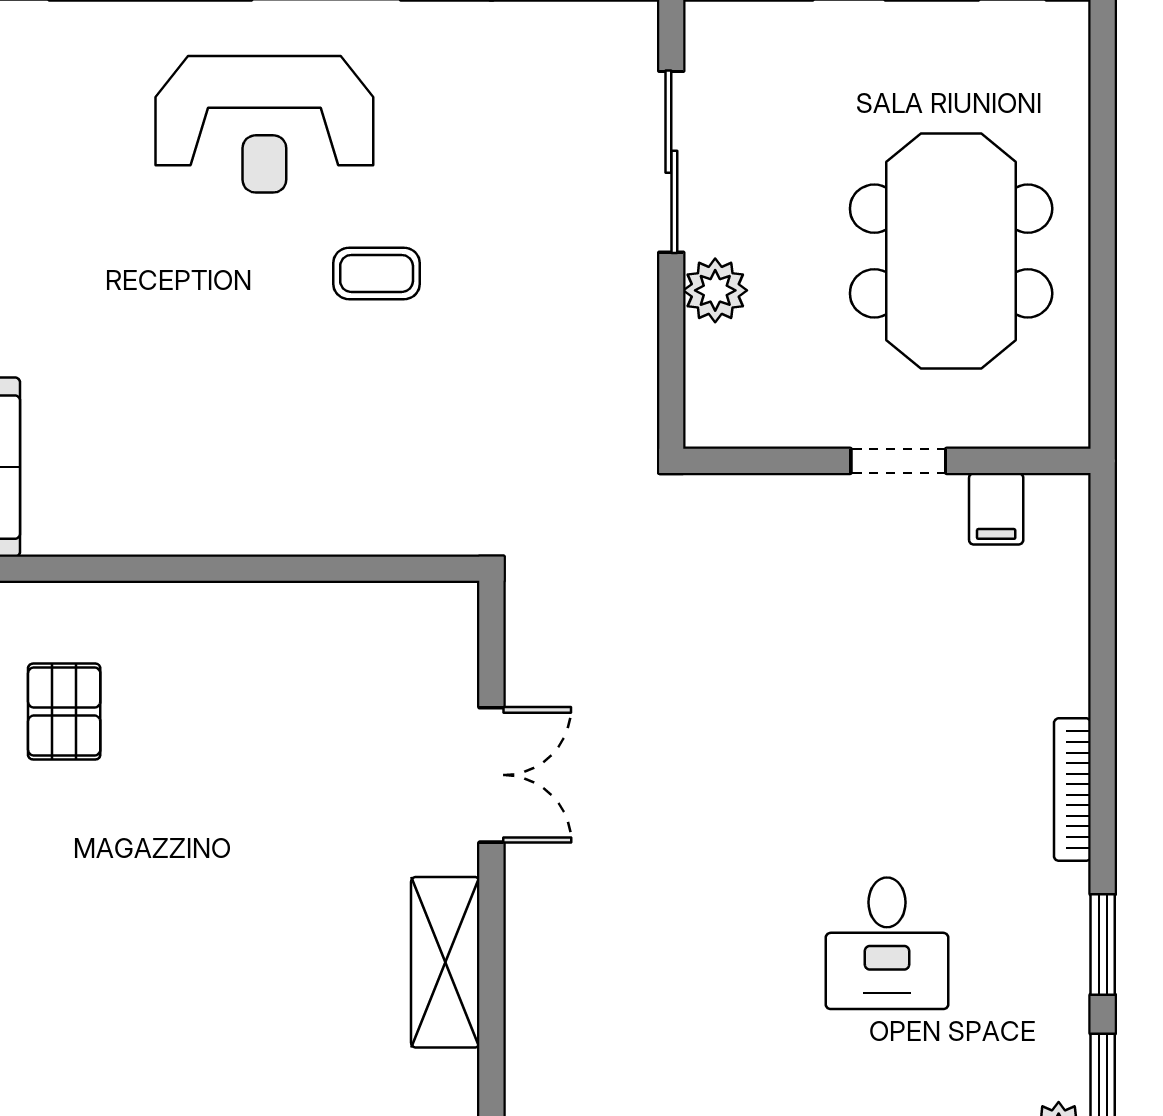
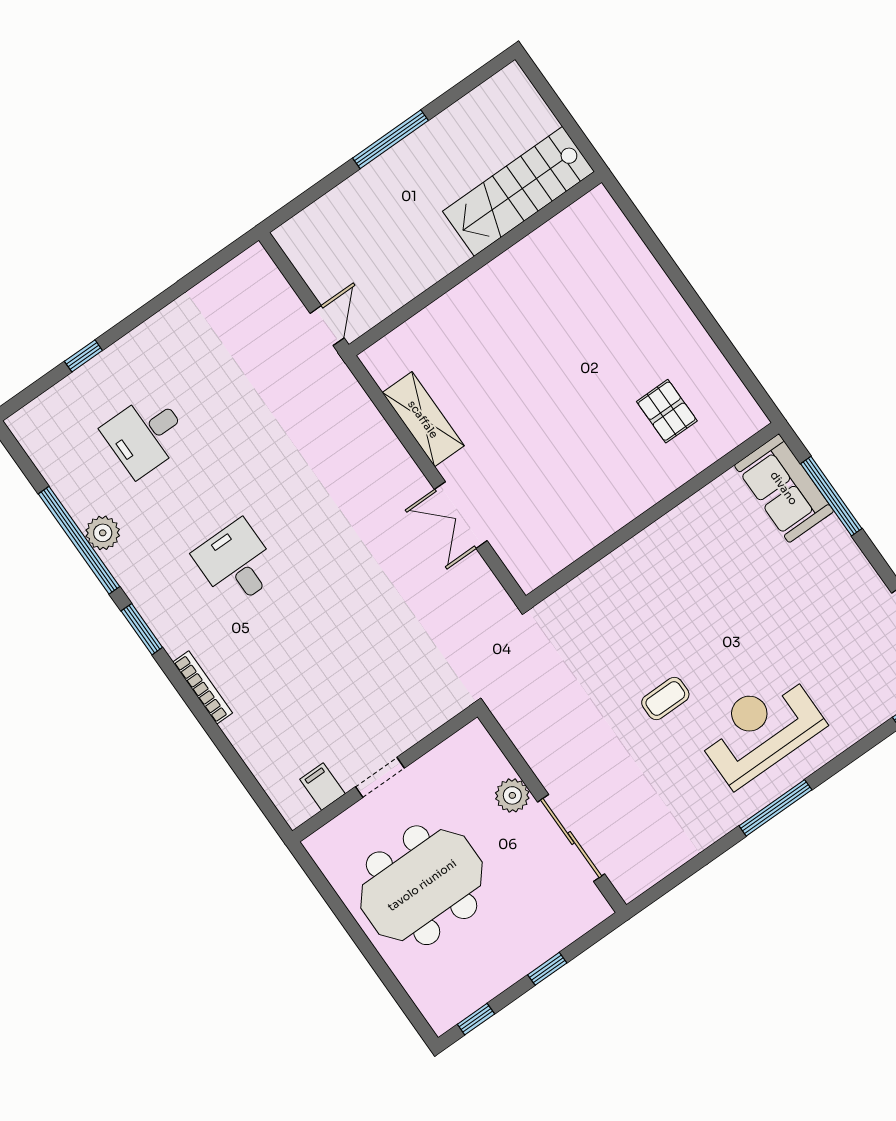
meeting table: (951, 251) -> (422, 885), turned 90

